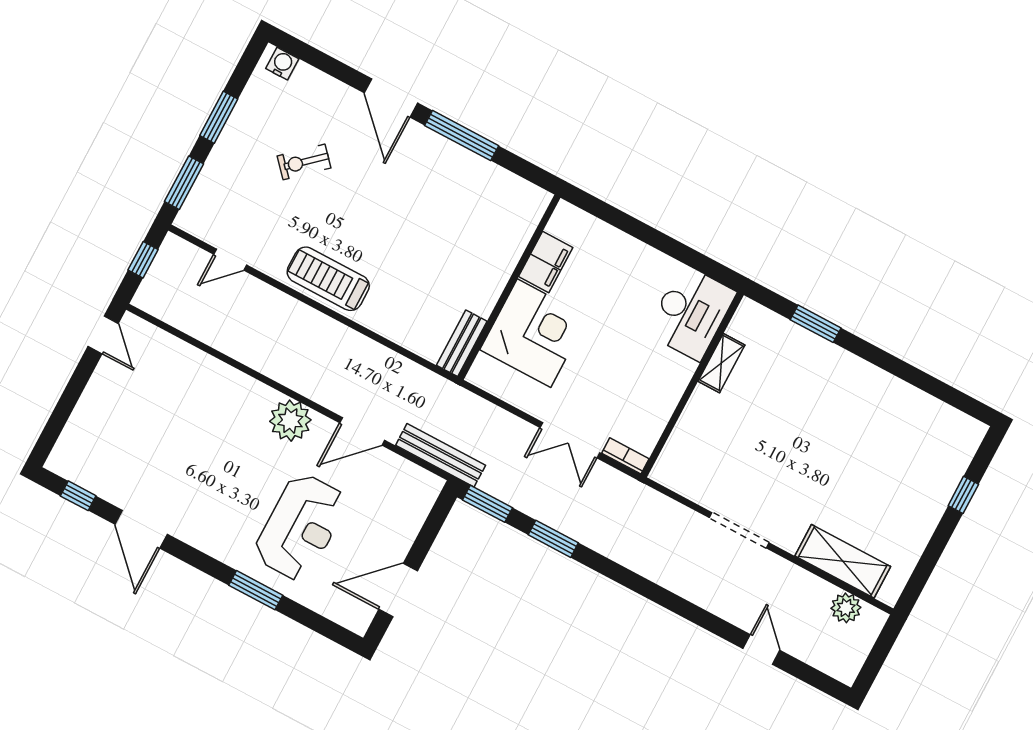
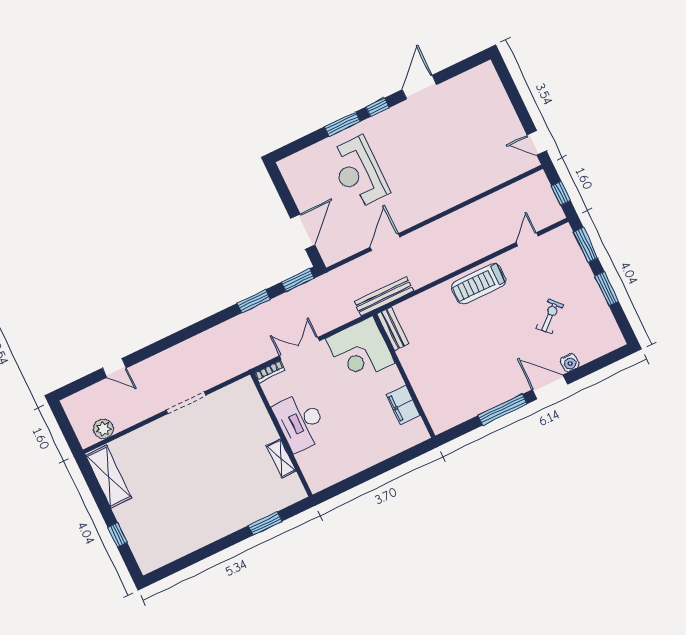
water cooler: (282, 64) -> (570, 363), moved
treadmill: (328, 279) -> (479, 284), turned 180
desk: (691, 313) -> (300, 422), moved
corner desk: (534, 333) -> (360, 351), moved
plant: (290, 421) -> (419, 208), removed
bench: (441, 455) -> (384, 296), moved
window: (78, 496) -> (377, 107), moved
door: (141, 529) -> (419, 87), hinge flipped
shelving: (843, 561) -> (109, 477), moved, turned 90
door: (398, 590) -> (303, 232), moved

